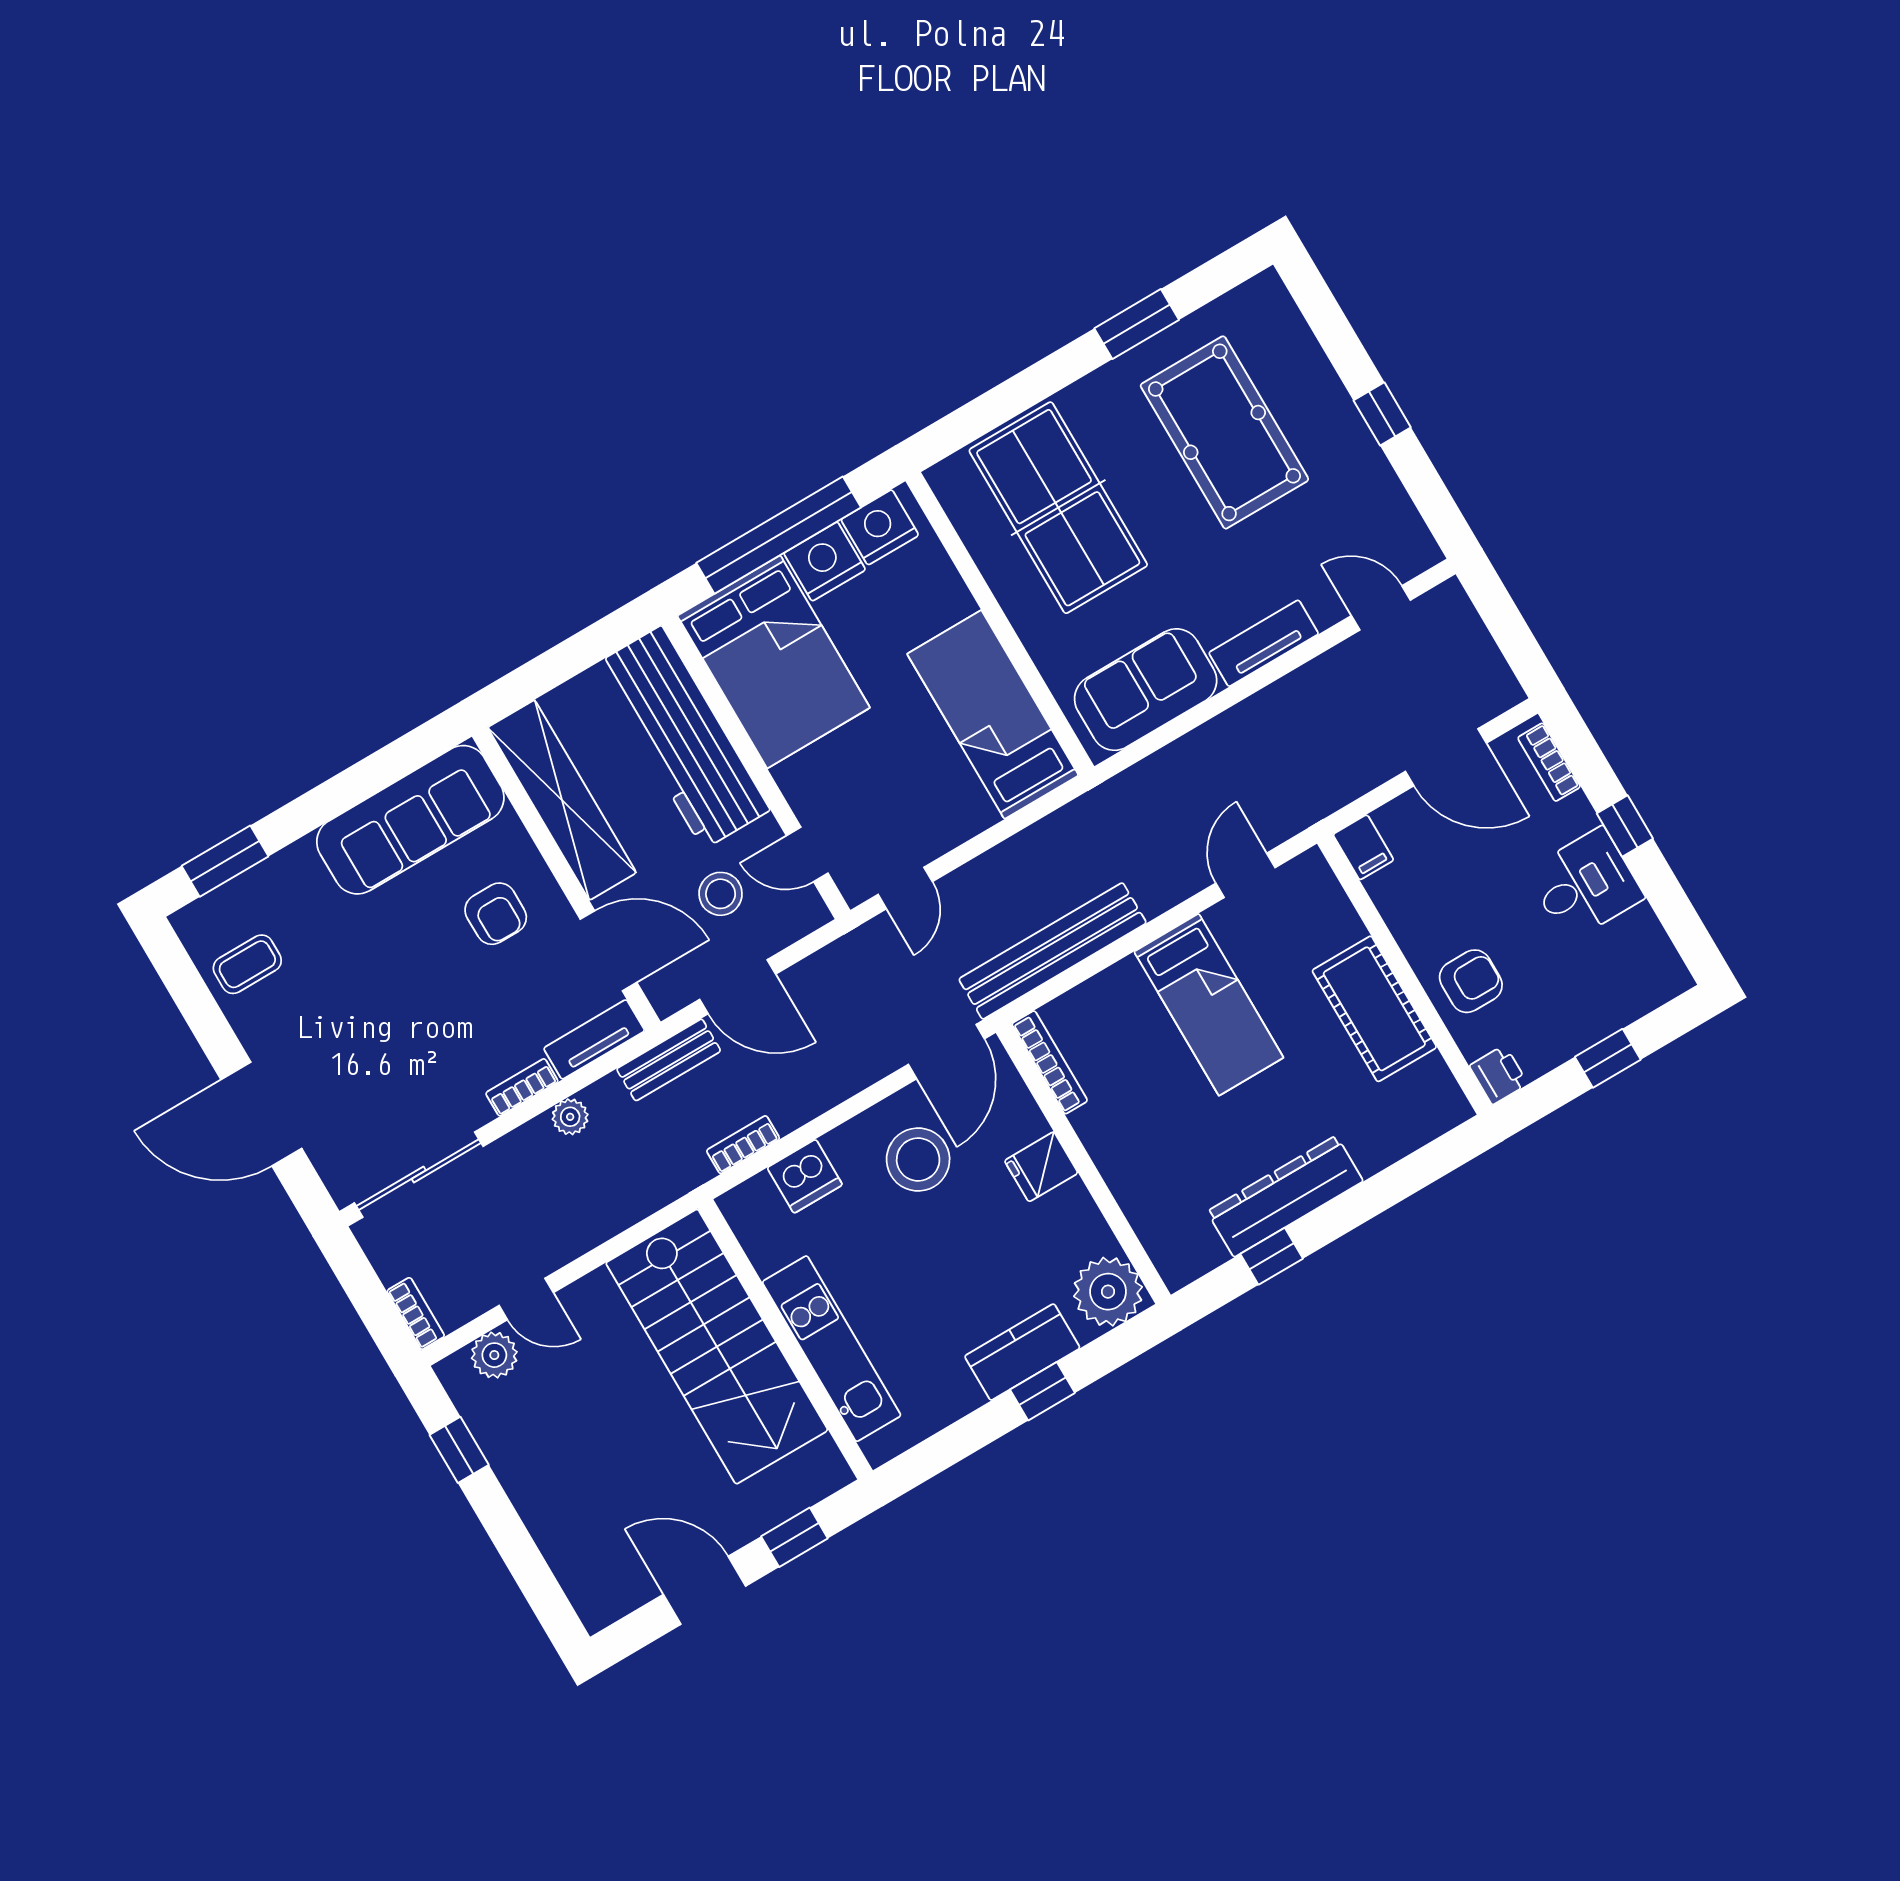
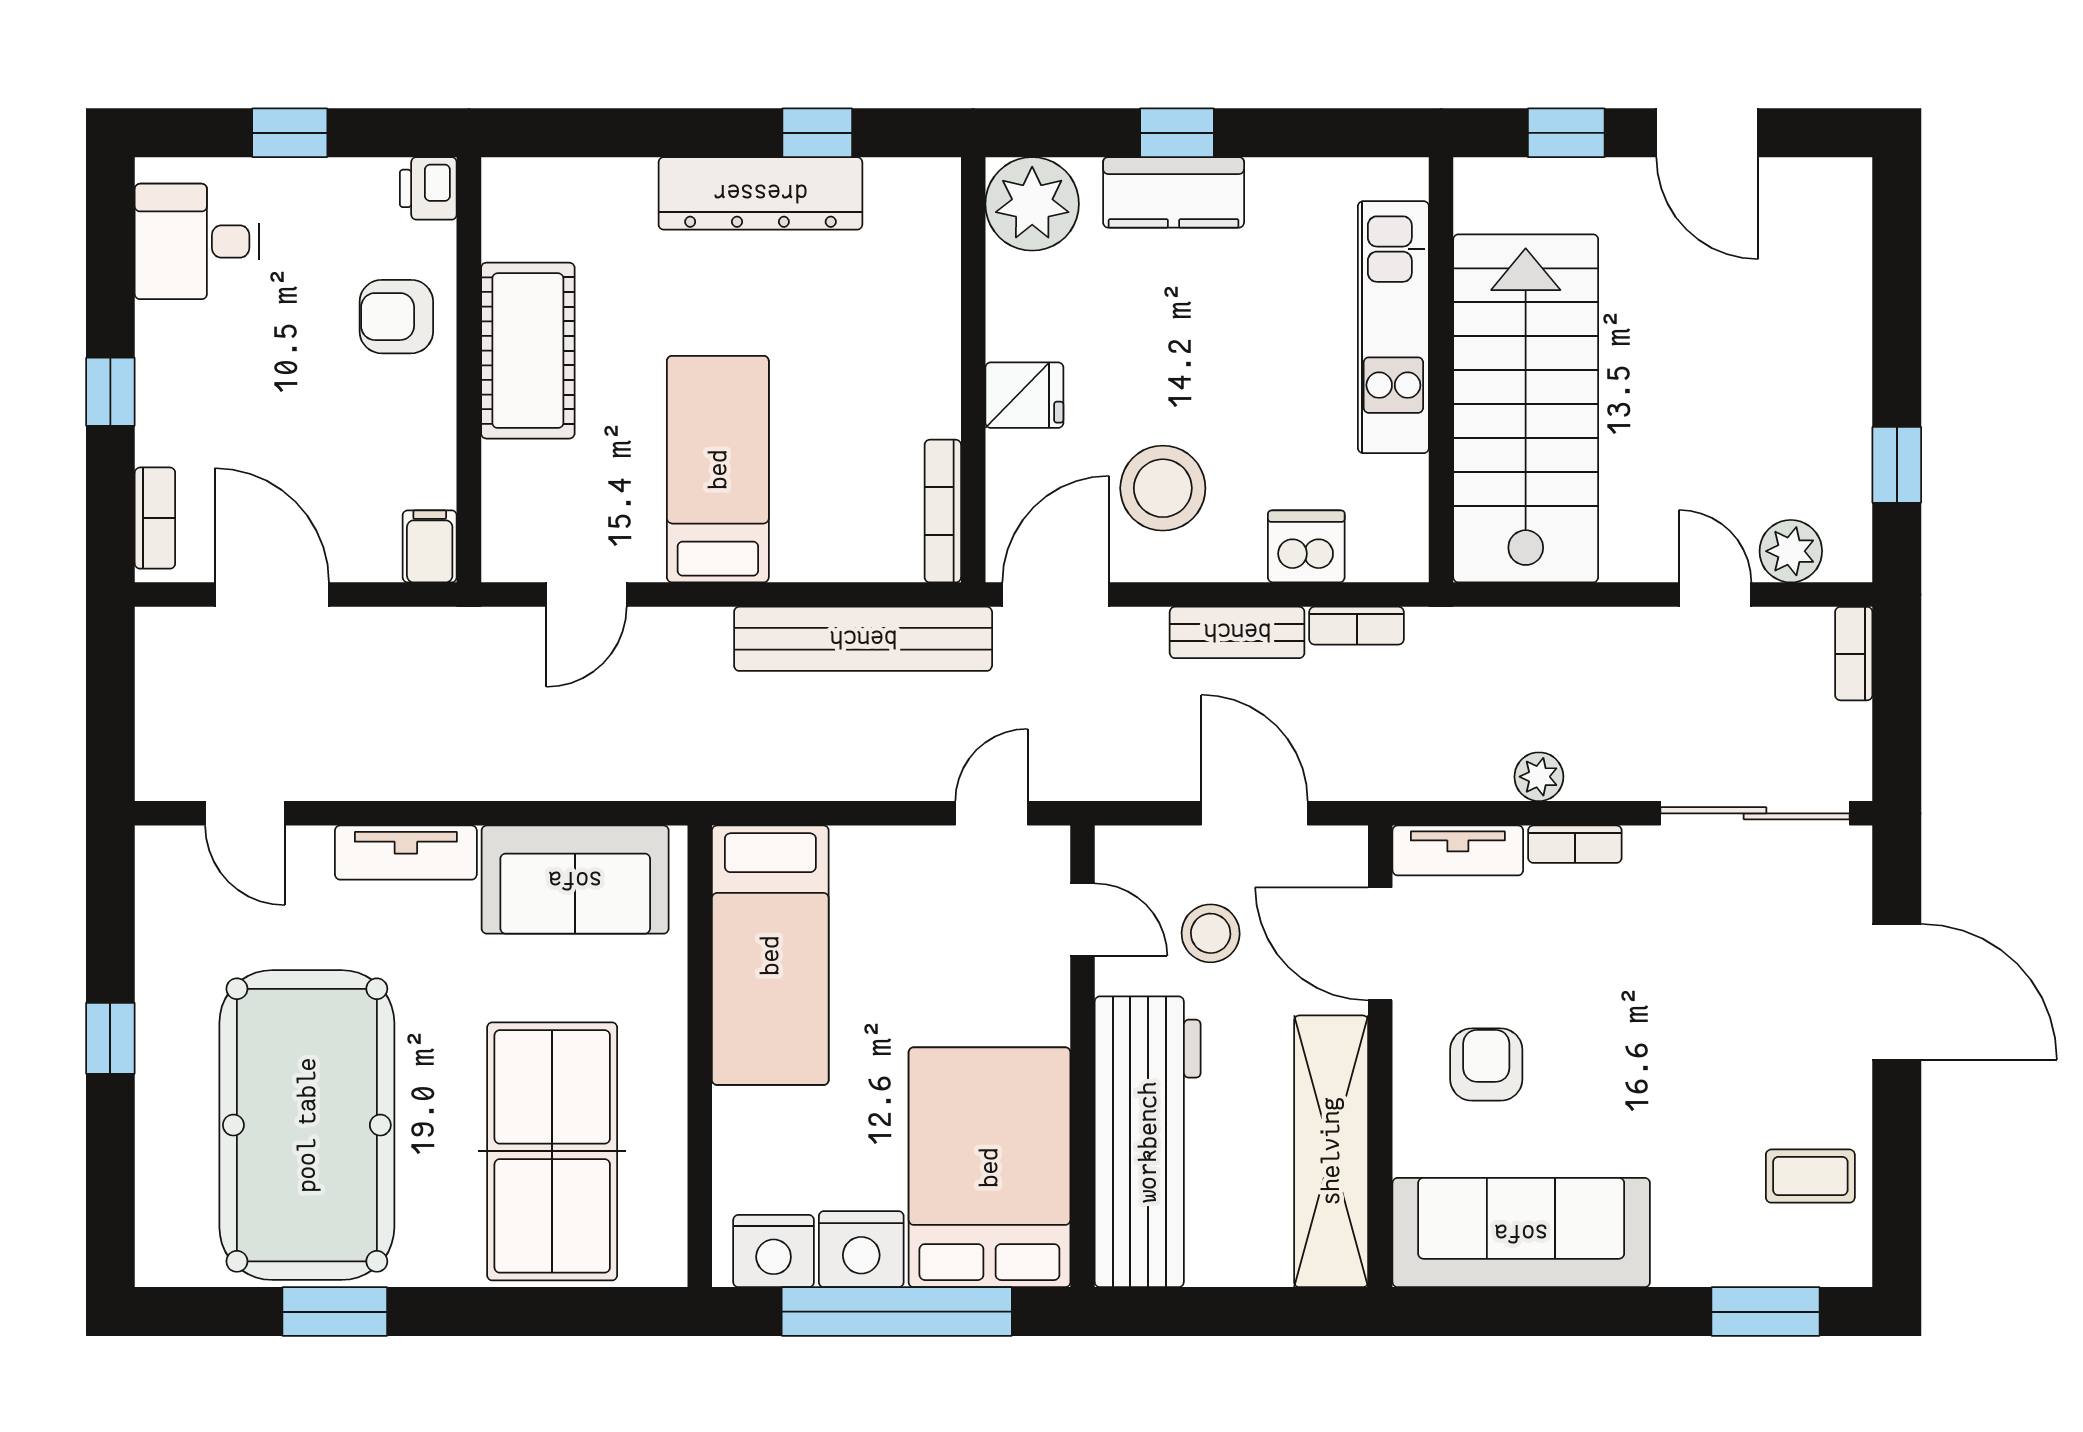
pool table: (1224, 432) -> (307, 1125), width x1.36, depth x1.32
desk: (1585, 885) -> (197, 241), moved
bench: (669, 1060) -> (1237, 632), moved

